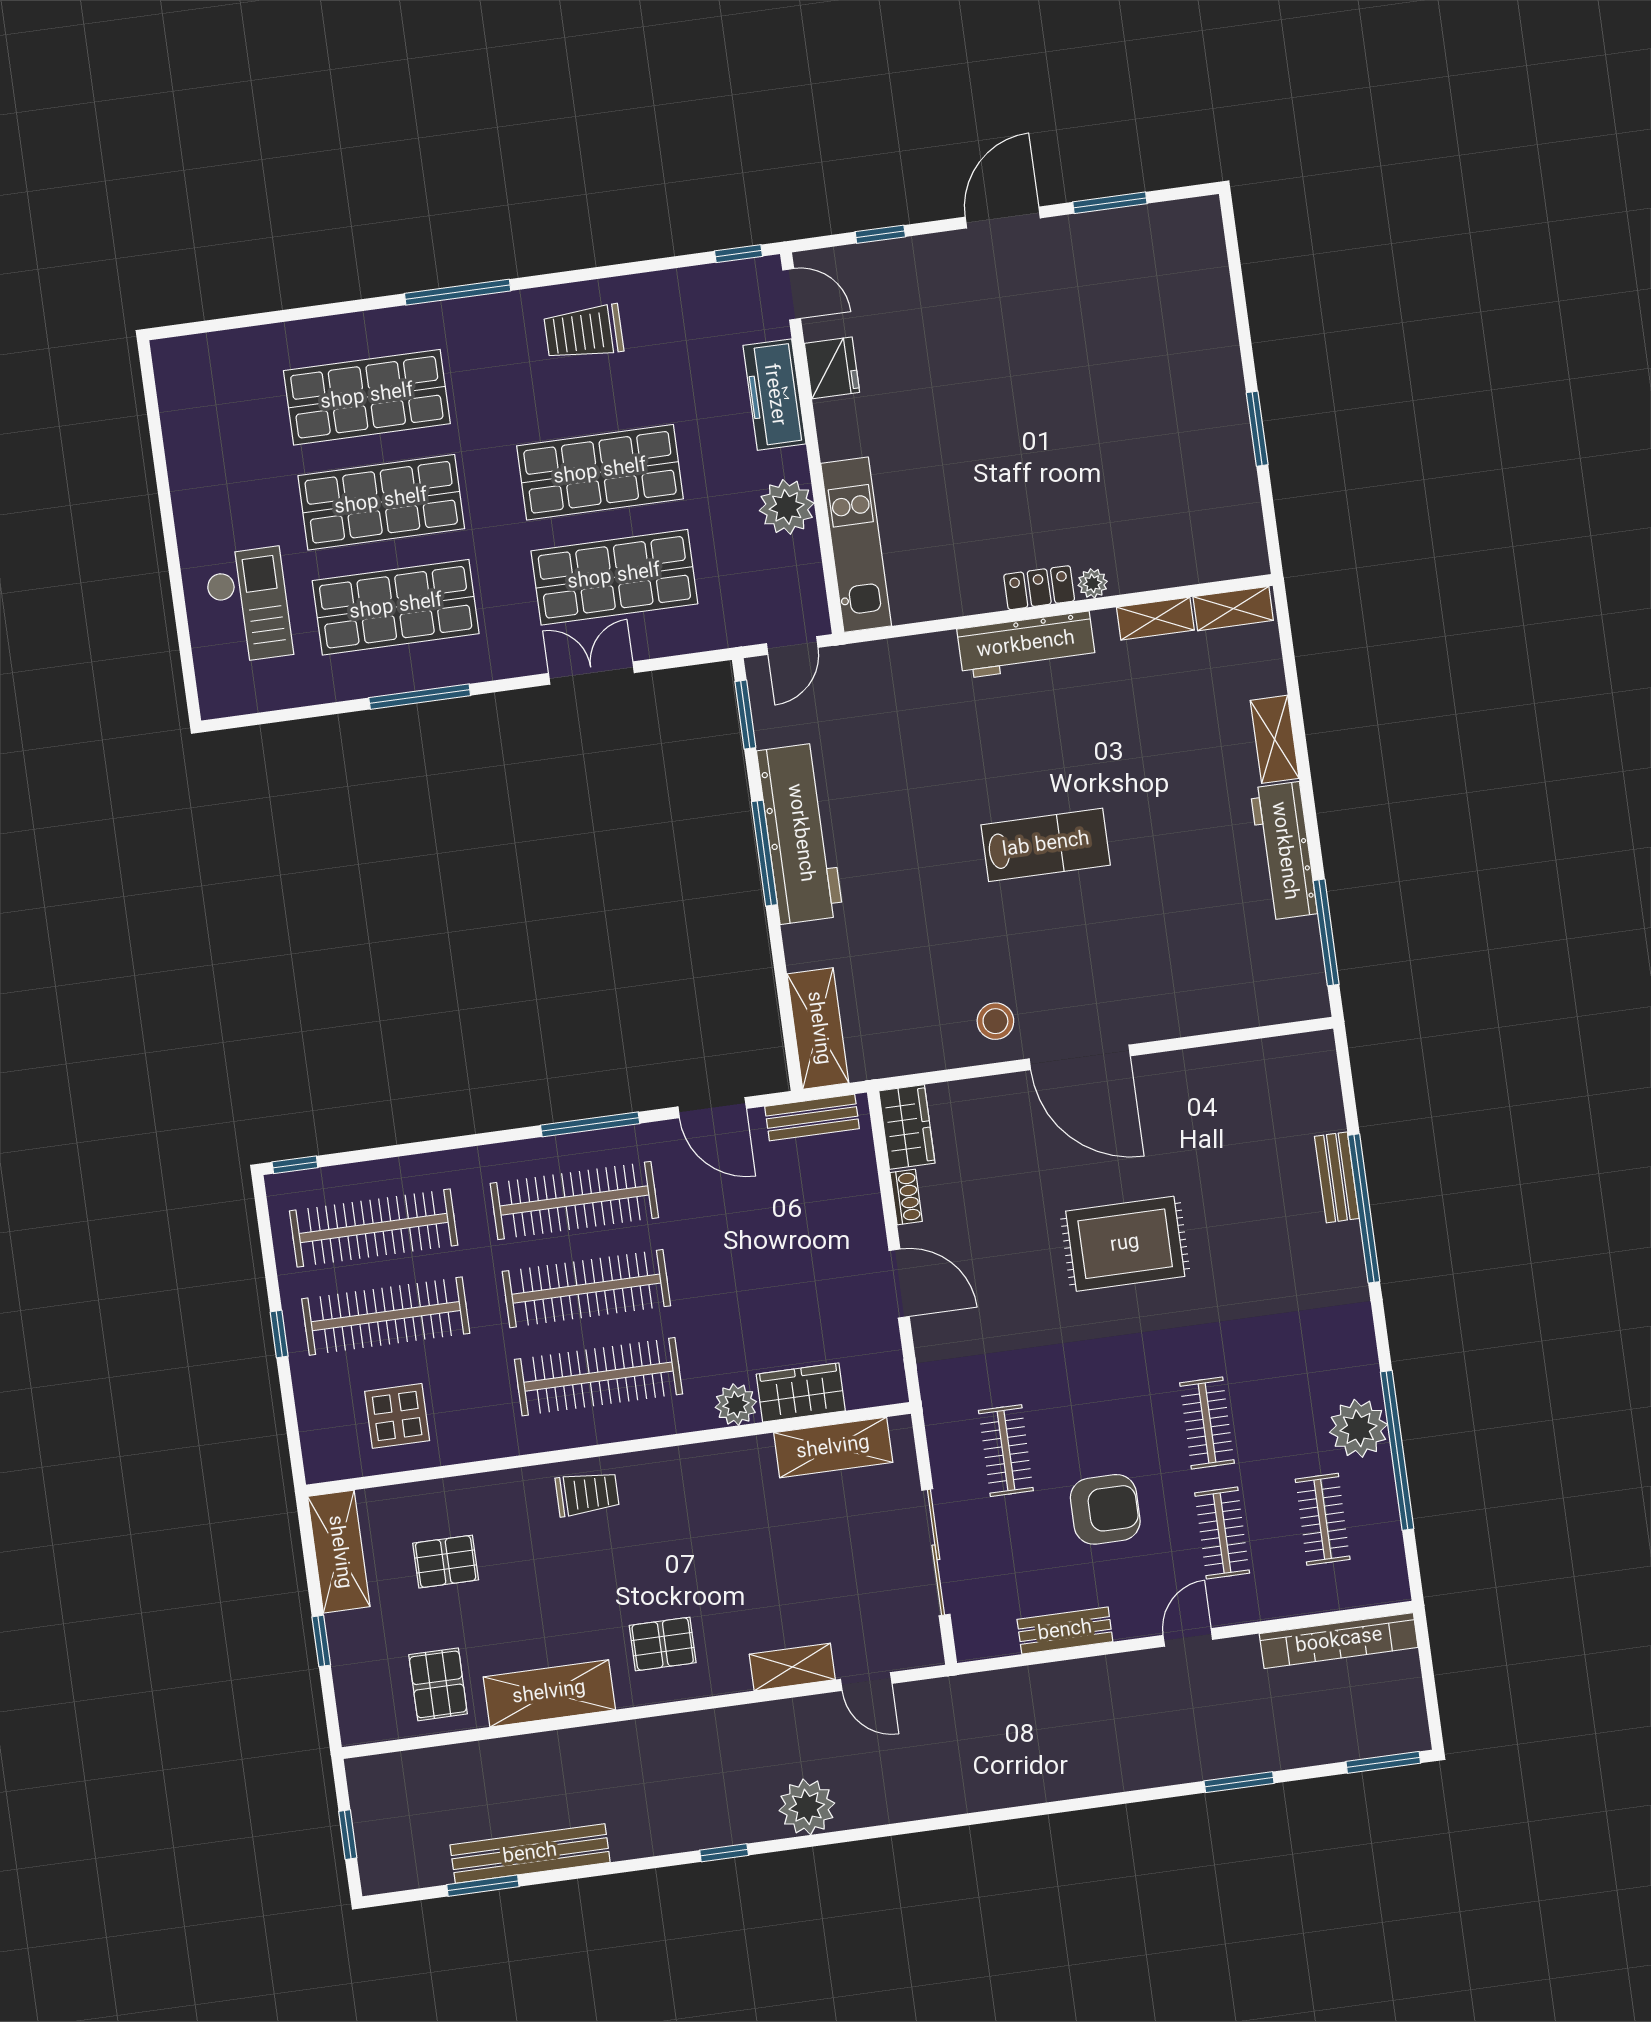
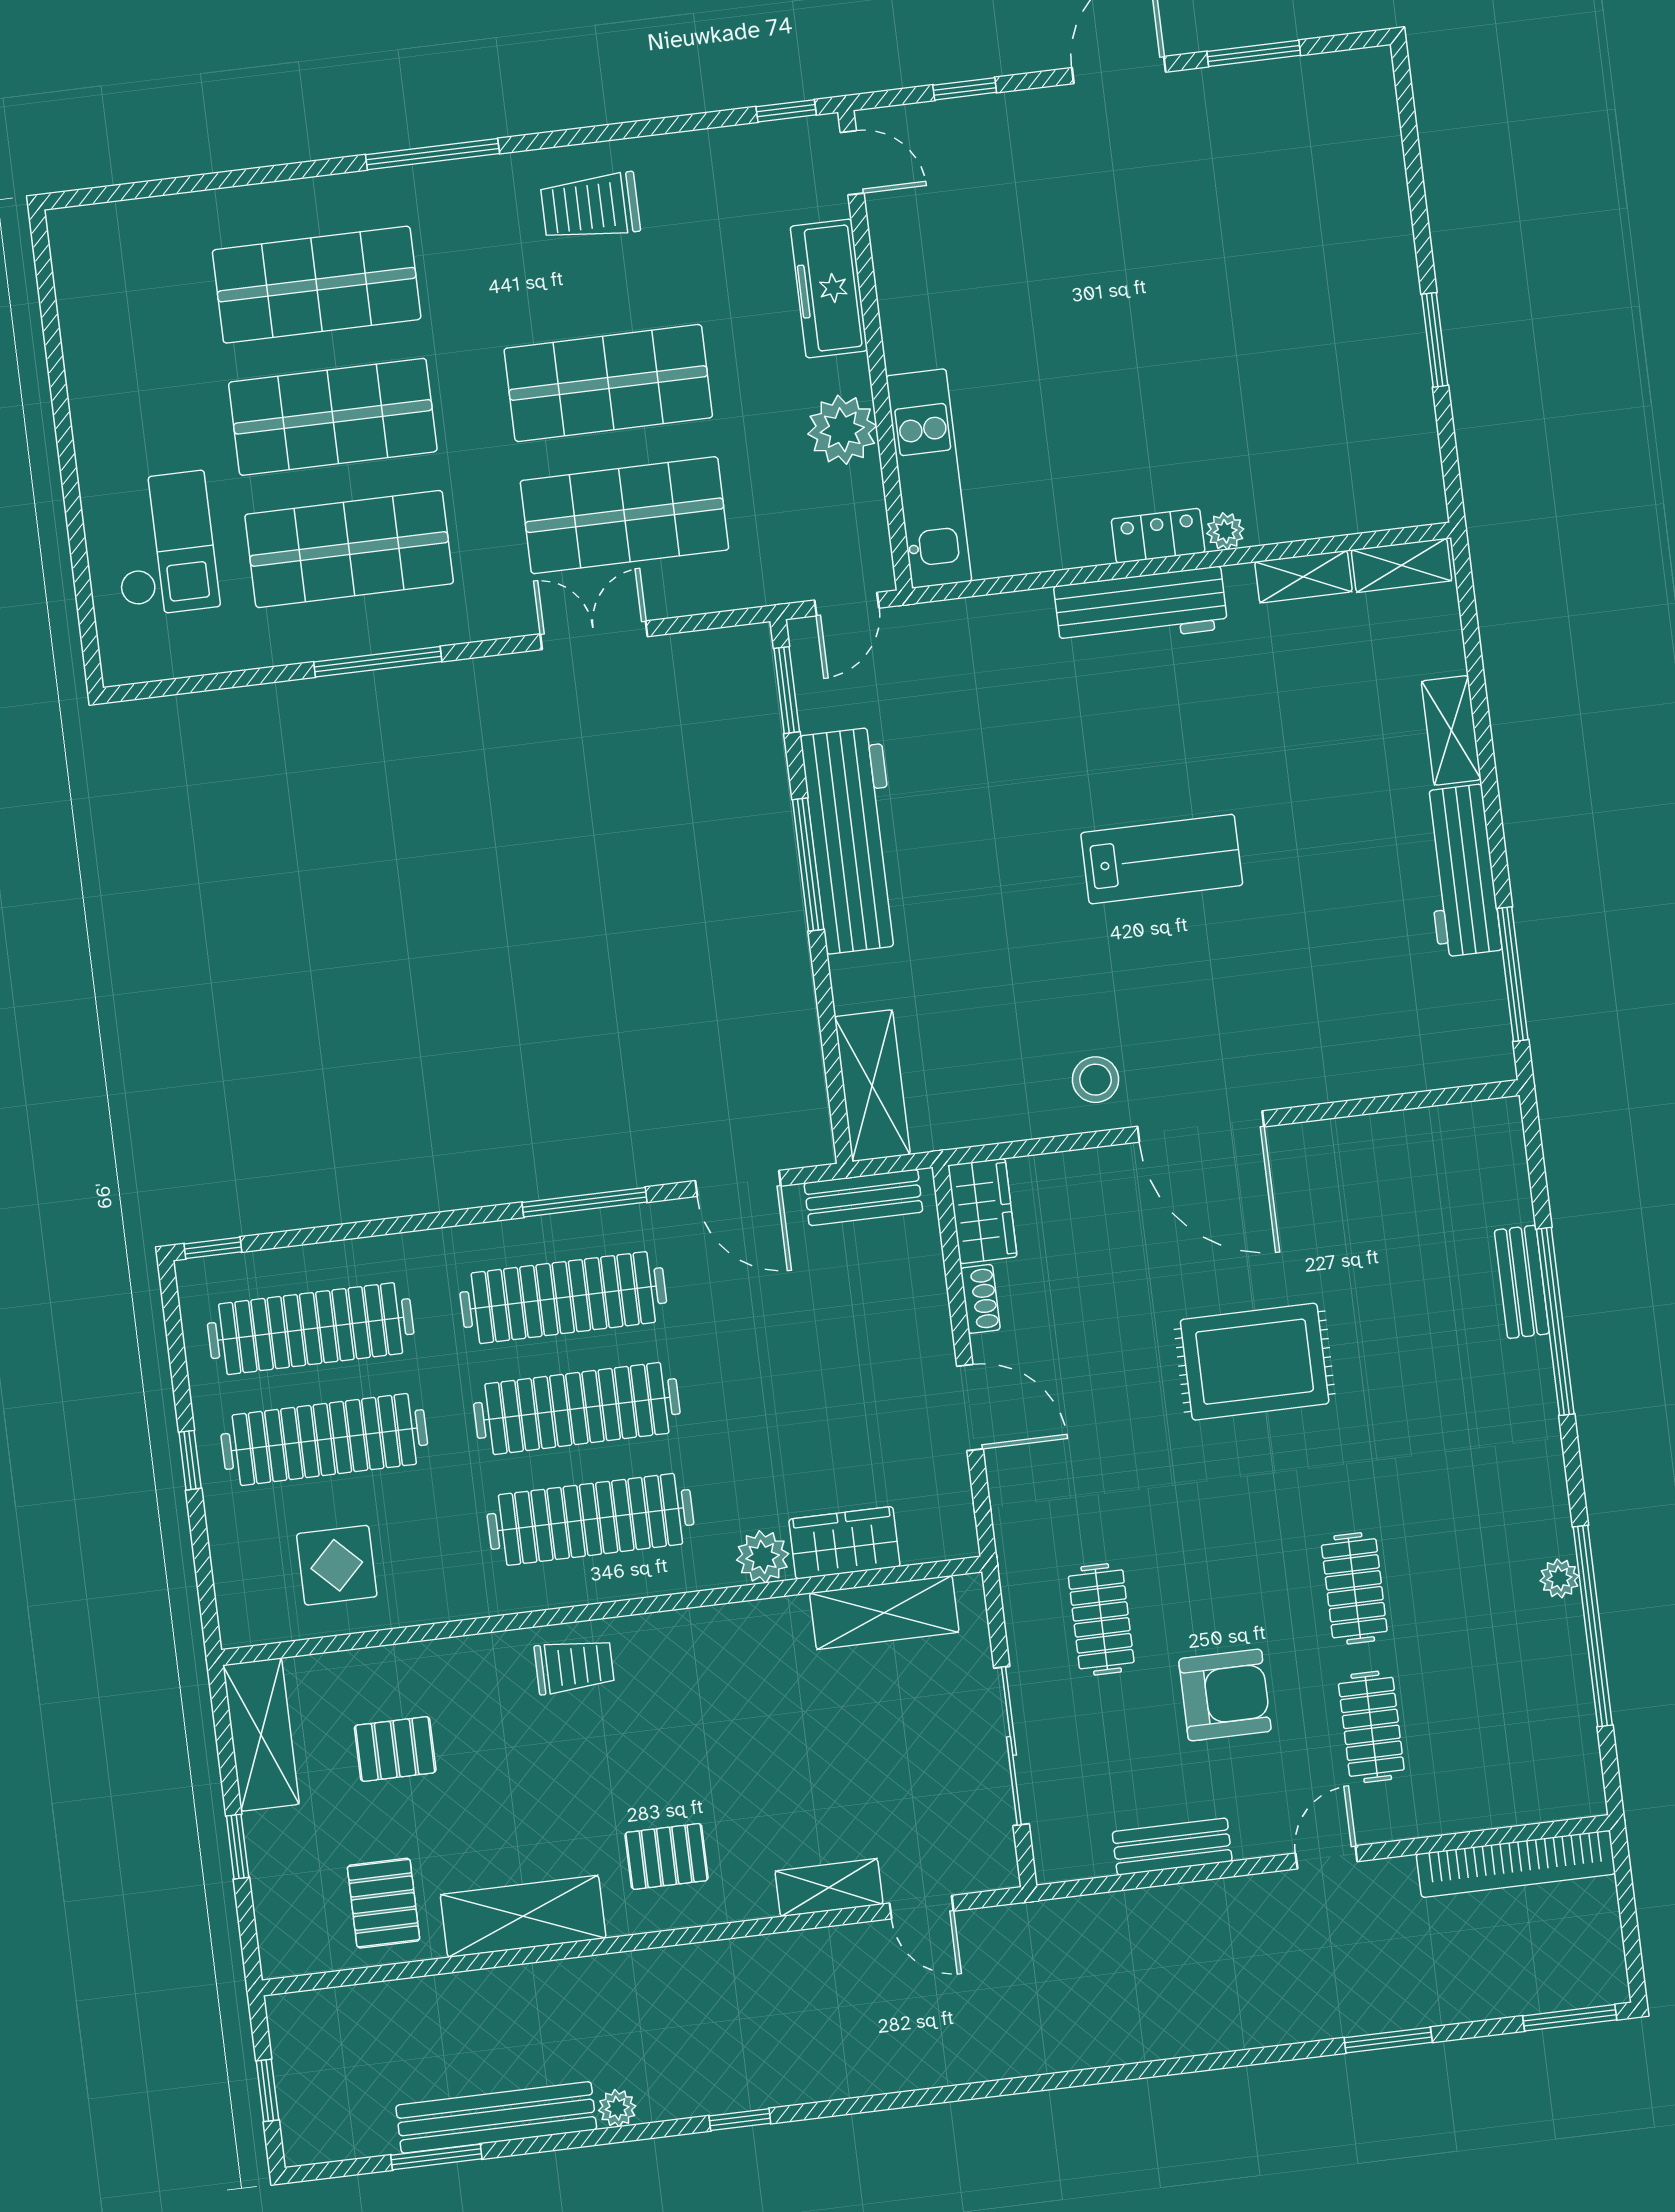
fridge: (832, 368) -> (902, 256), removed
plant: (1358, 1428) -> (1559, 1578), width x0.53, depth x0.53
clothes rail: (1323, 1519) -> (1498, 1711), removed
plant: (807, 1807) -> (617, 2108), moved, width x0.53, depth x0.53

